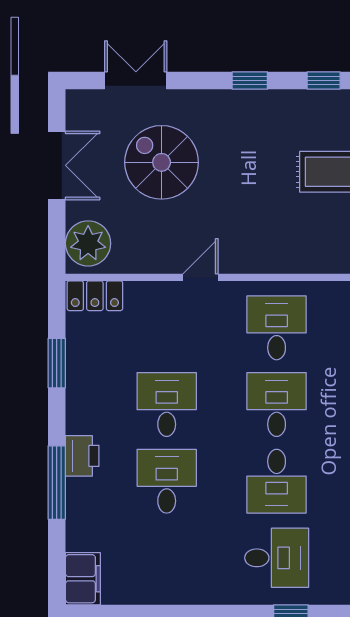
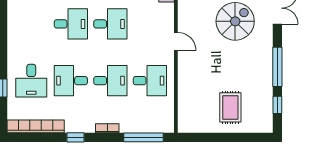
window: (250, 81) -> (277, 67), width x2.17

